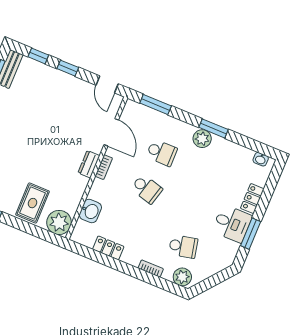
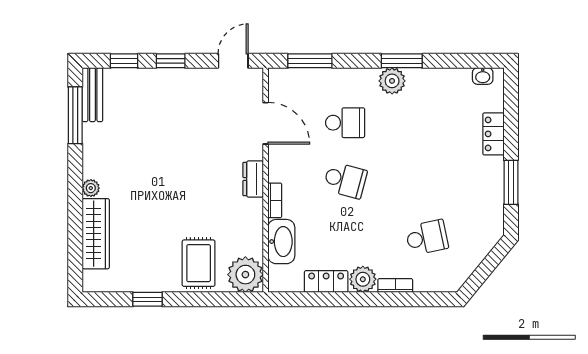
door: (107, 84) -> (233, 61), swing flipped
bookcase: (104, 167) -> (275, 200), moved
washbasin: (90, 211) -> (281, 242), width x1.38
desk: (232, 224) -> (480, 179), removed
plant: (182, 277) -> (363, 279), moved

